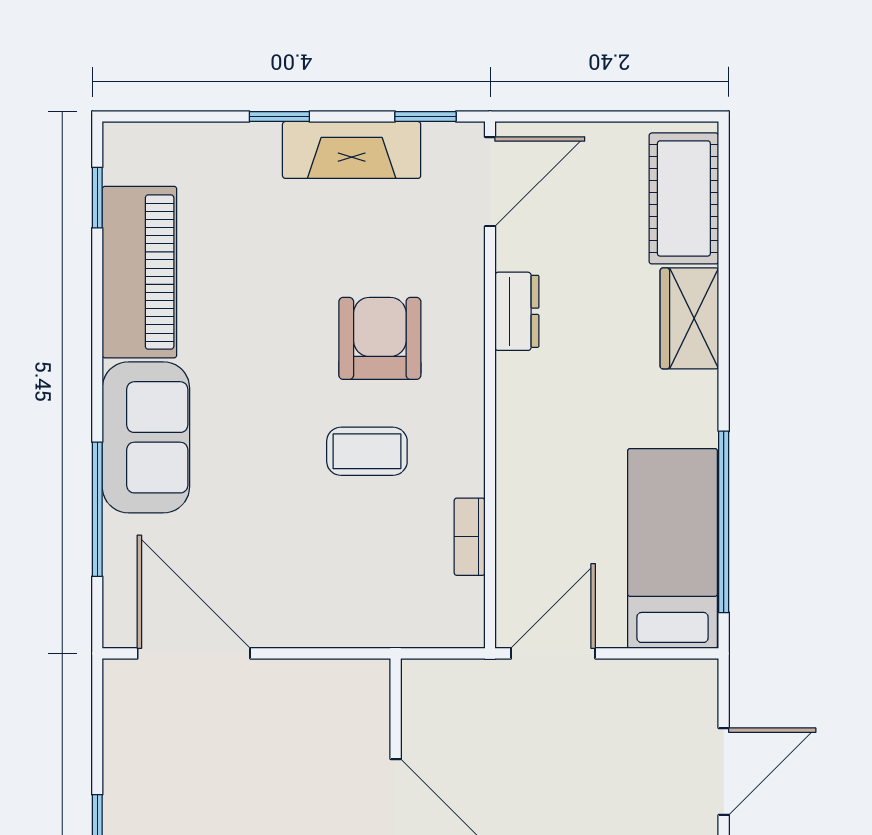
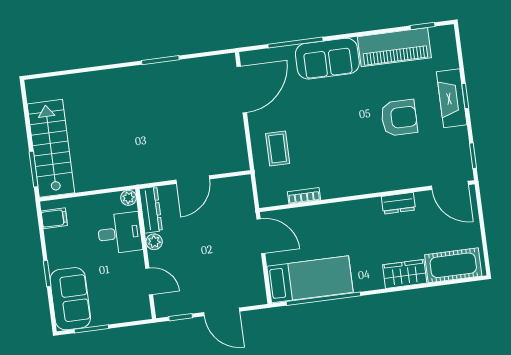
fireplace: (352, 150) -> (452, 98), moved
armchair: (380, 338) -> (399, 118), moved
coffee table: (367, 451) -> (278, 149), moved

